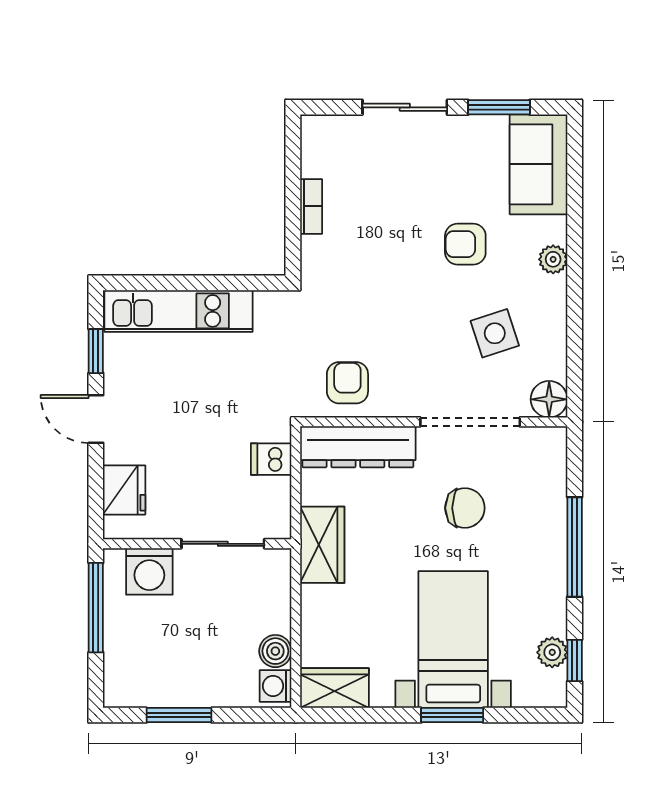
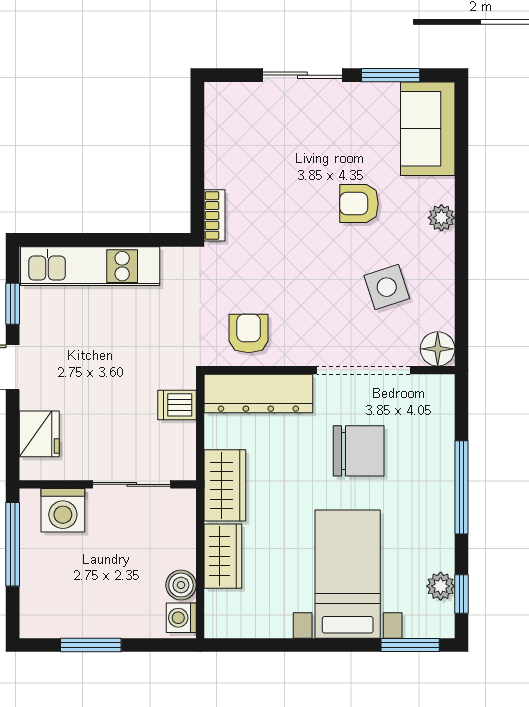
bookcase: (311, 206) -> (214, 215), moved
chair: (465, 508) -> (359, 451), width x1.37, depth x1.37
wardrobe: (334, 688) -> (223, 556), moved, turned 90
window: (452, 715) -> (410, 645), moved

